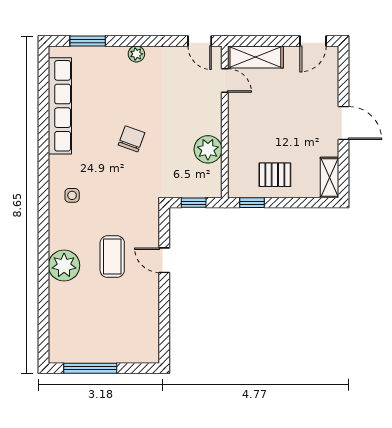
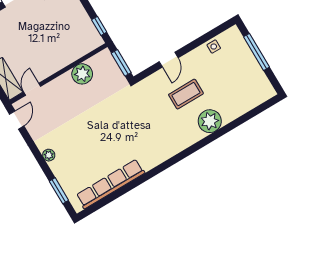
chair: (131, 139) -> (104, 126), removed
pallet: (275, 175) -> (73, 22), removed
side table: (72, 195) -> (214, 47), moved
window: (194, 203) -> (121, 63), width x1.50
window: (90, 368) -> (257, 52), moved

